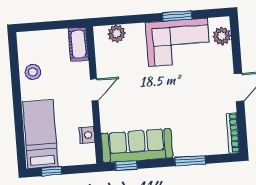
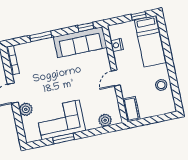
plant: (222, 36) -> (26, 109), moved

